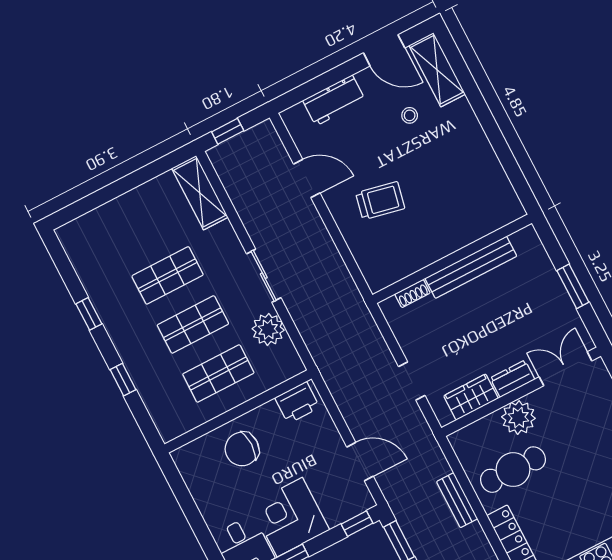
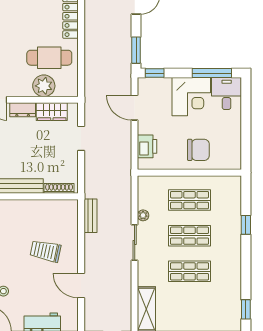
shoe rack: (412, 293) -> (59, 188), width x1.43
window: (89, 314) -> (246, 309), moved
plant: (268, 329) -> (143, 215), width x0.53, depth x0.53
printer: (297, 403) -> (147, 146), moved, turned 90
plant: (518, 418) -> (44, 86), moved
bench: (457, 500) -> (90, 216), moved

